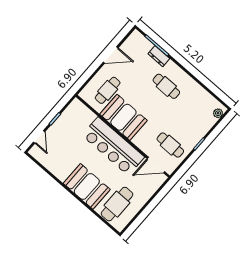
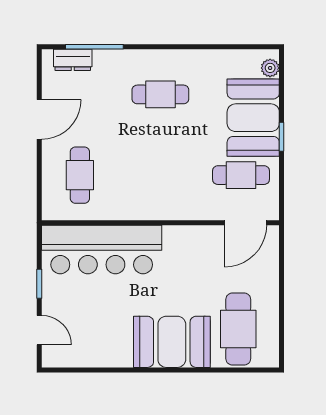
dresser: (159, 56) -> (73, 60), moved
booth: (123, 117) -> (253, 118), moved, turned 90
bar counter: (113, 146) -> (102, 249), moved

